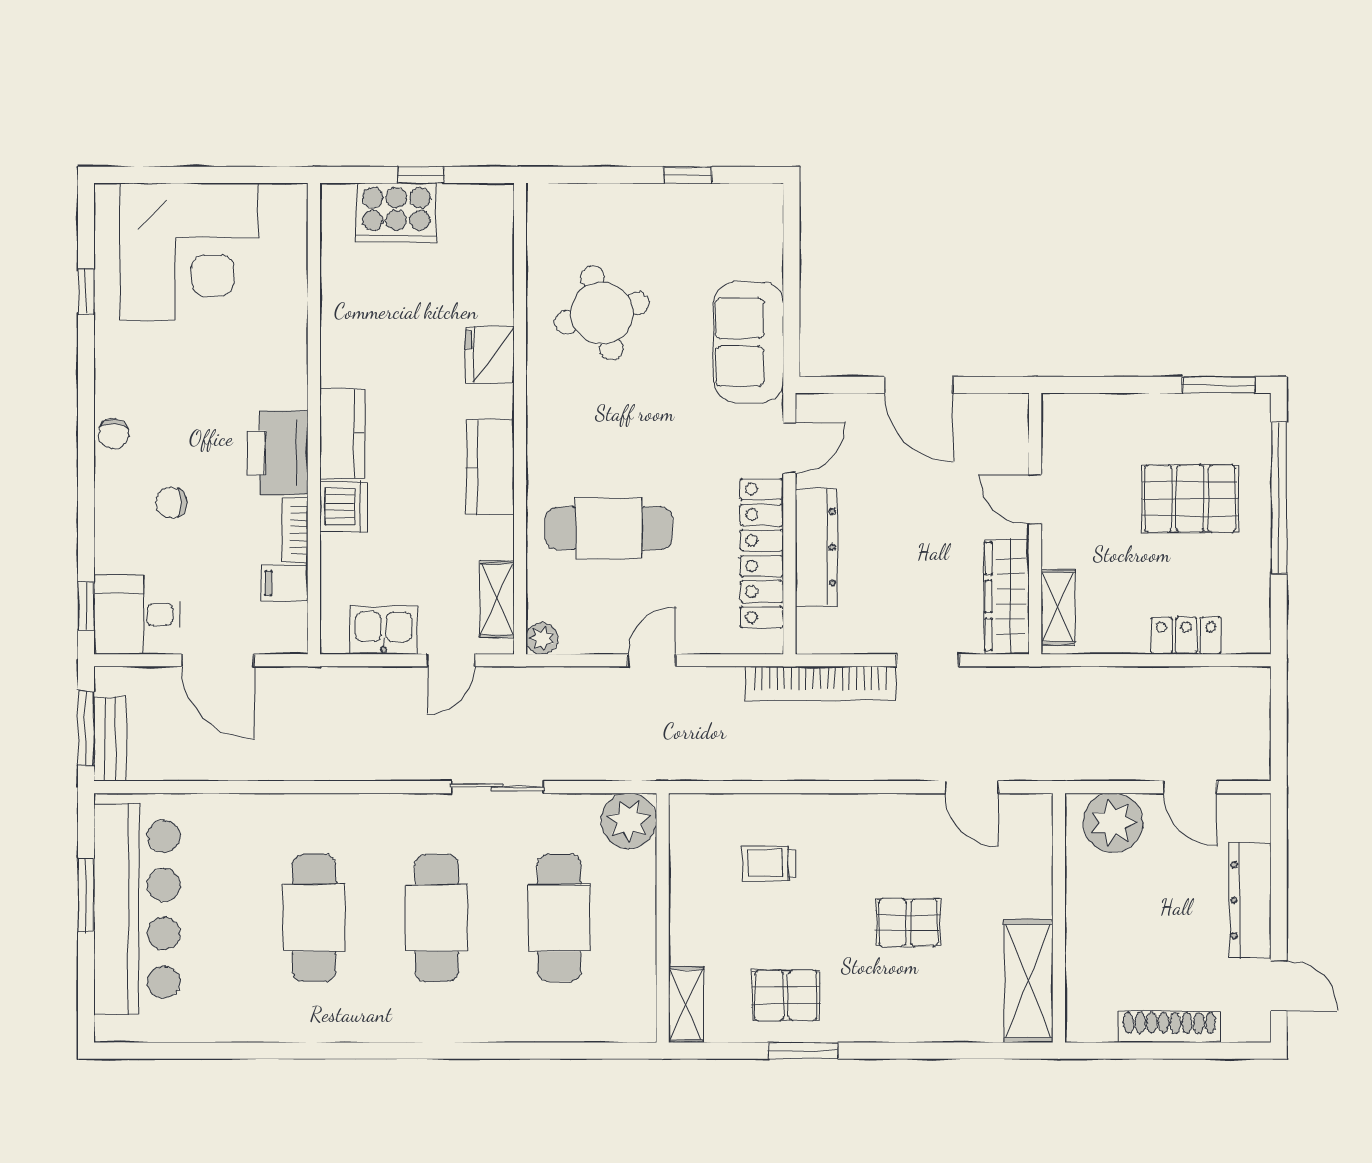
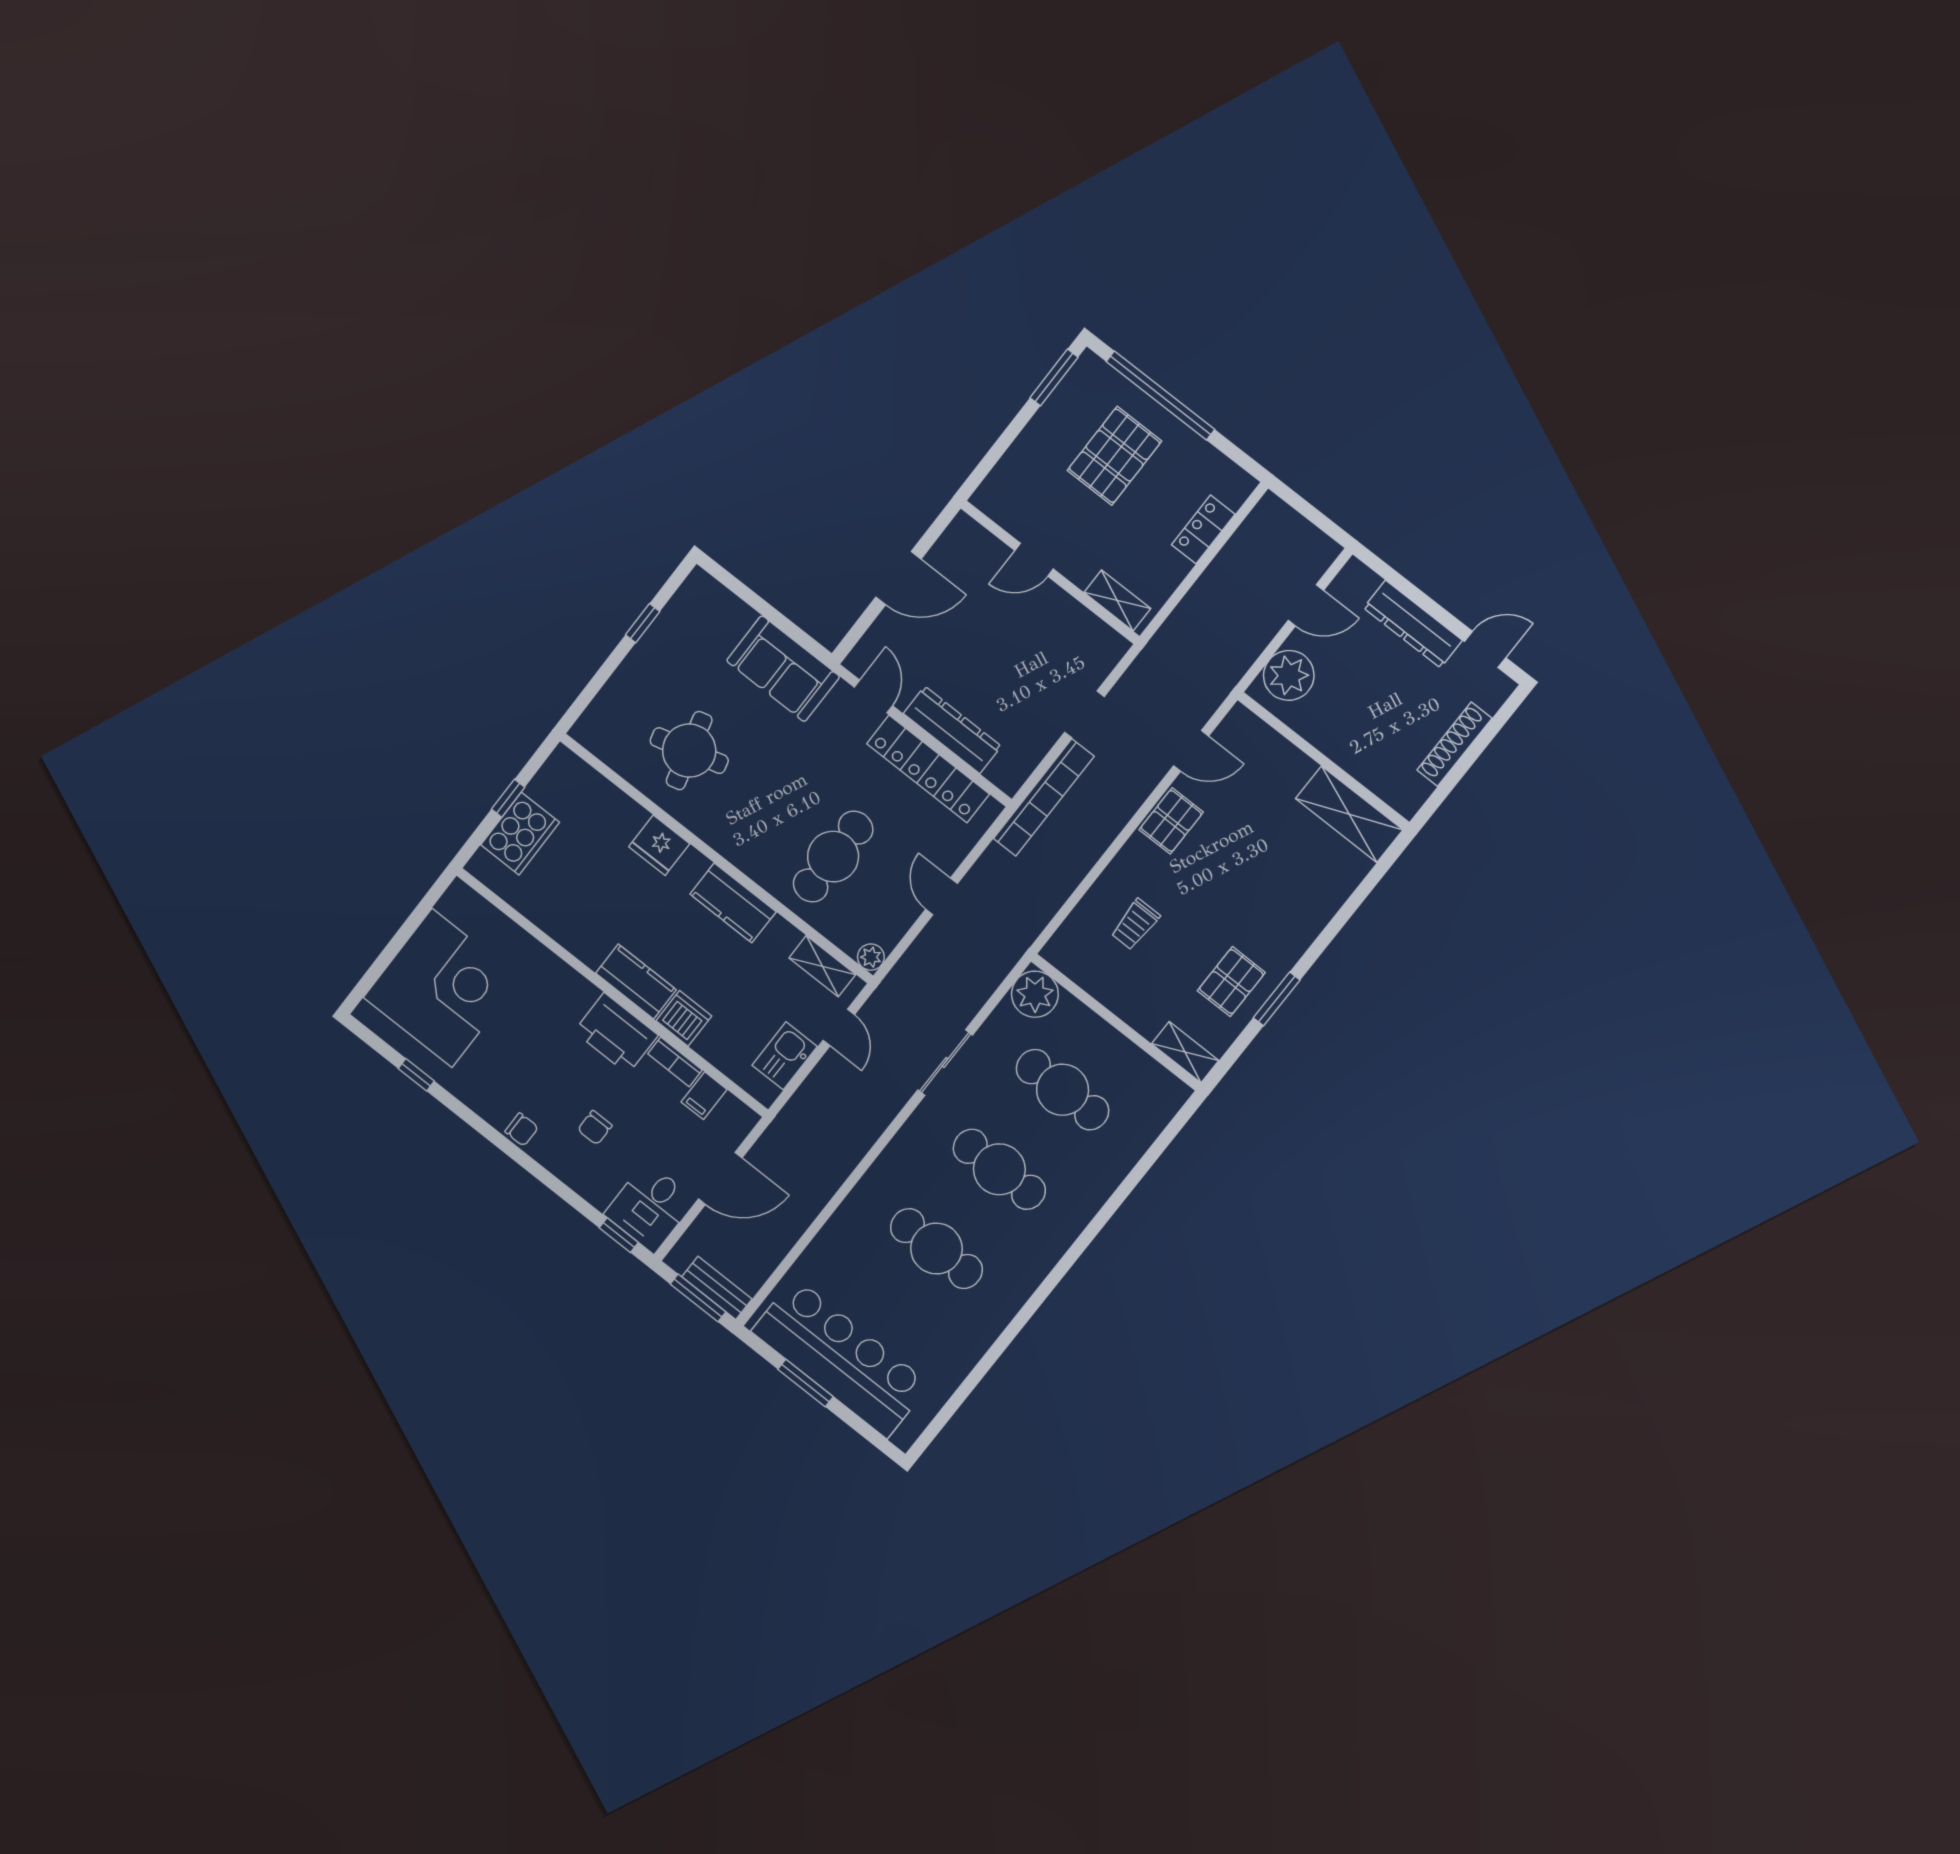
wardrobe: (1007, 596) -> (1084, 629), removed
pallet: (908, 922) -> (1171, 821), moved

